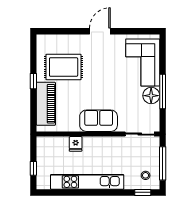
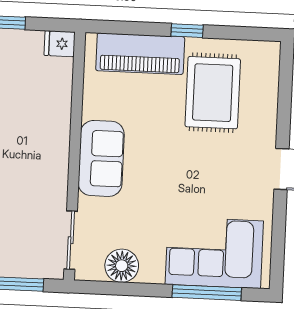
window: (163, 91) -> (207, 293), moved
floor lamp: (151, 96) -> (122, 266), moved
fridge: (76, 144) -> (60, 44), moved

